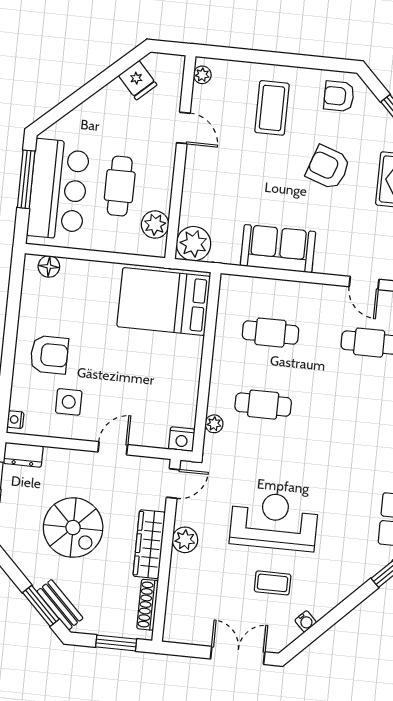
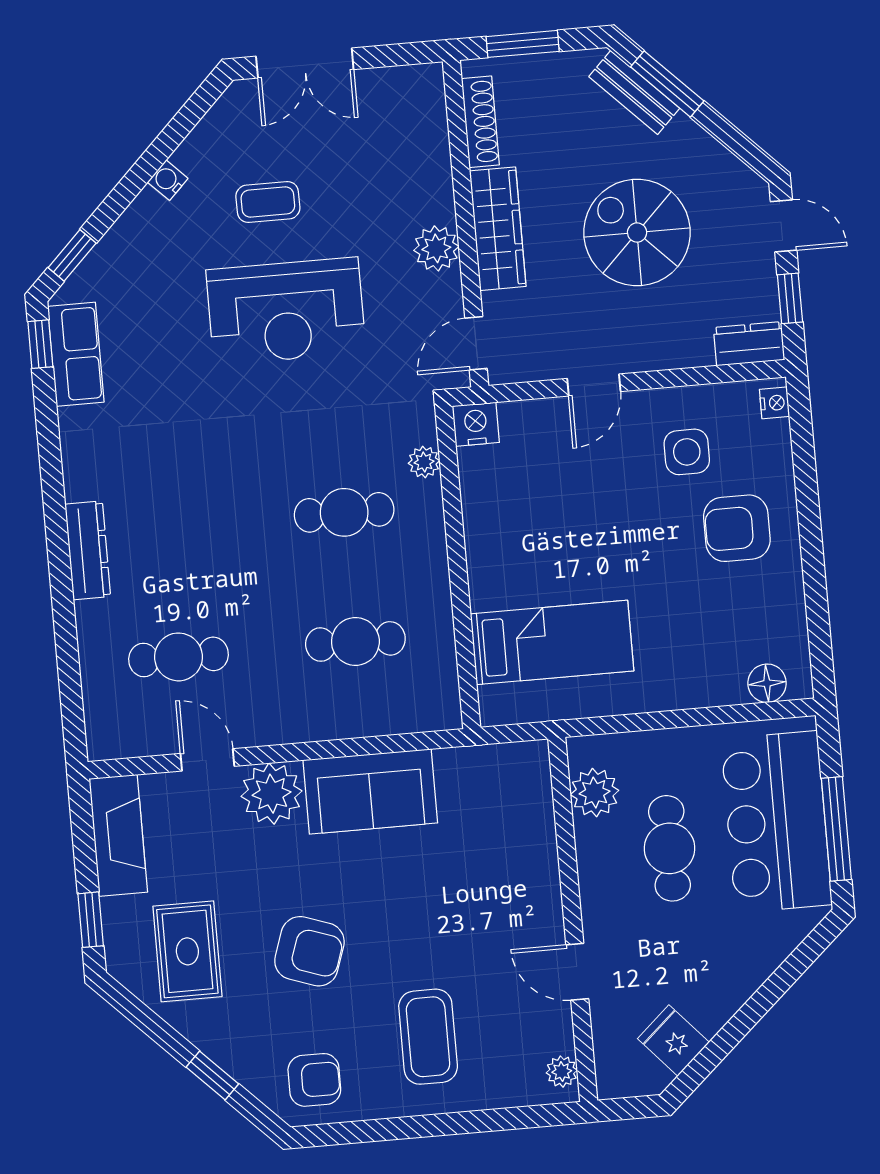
plant: (194, 244) -> (272, 794), moved
bed: (164, 302) -> (552, 642), width x0.67
water cooler: (306, 621) -> (168, 180), moved

